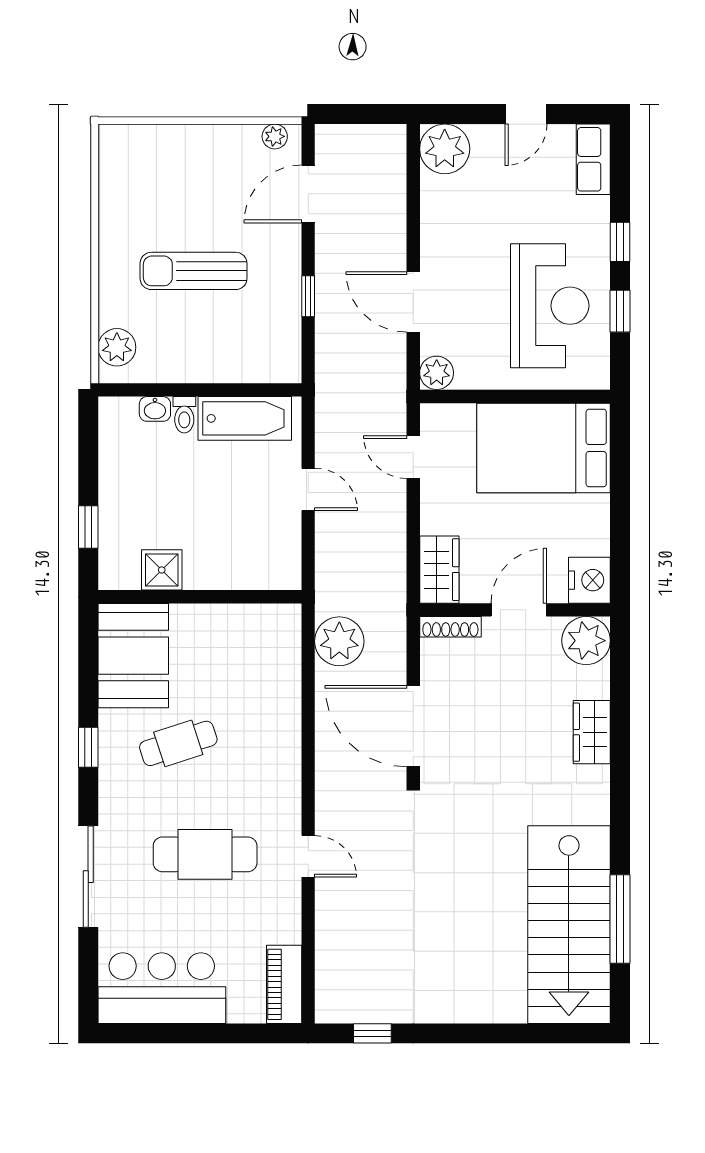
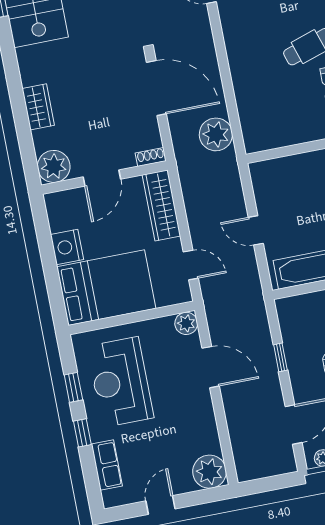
row of seats: (593, 159) -> (107, 465), moved
wardrobe: (439, 570) -> (161, 205), width x1.50
nightstand: (589, 580) -> (67, 247), moved
shoe rack: (450, 627) -> (151, 157), width x0.70

